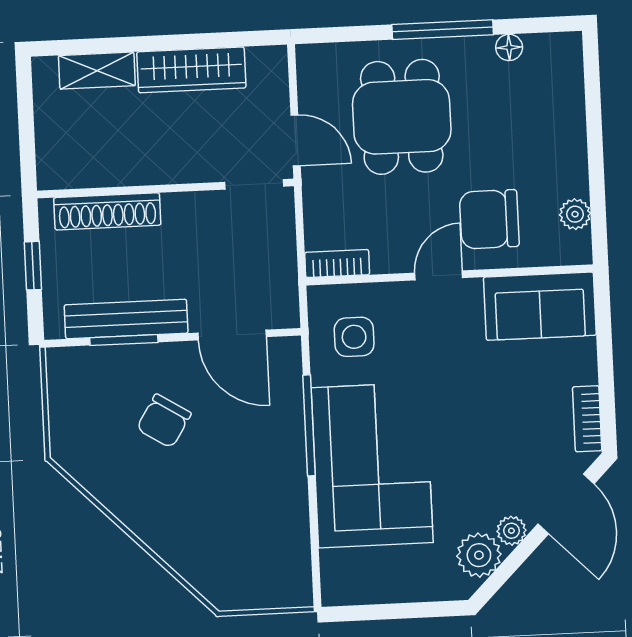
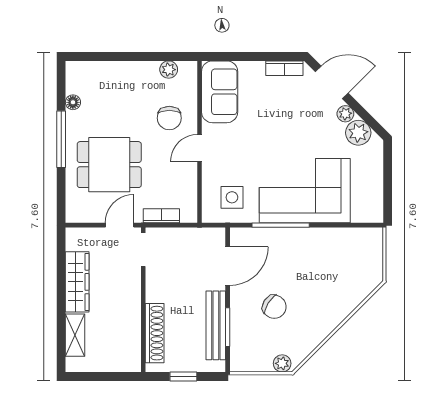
chair: (489, 219) -> (169, 118), width x0.73, depth x0.73
bookcase: (337, 264) -> (161, 216), moved, turned 90
door: (439, 275) -> (200, 148), hinge flipped
plant: (64, 440) -> (282, 363), added

